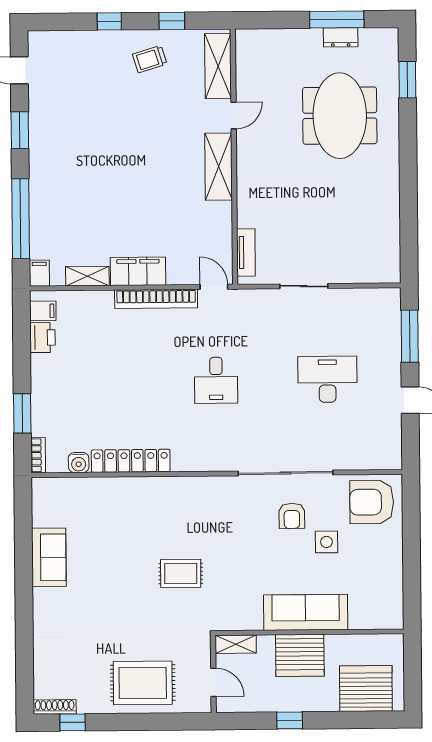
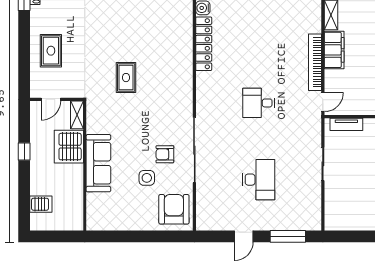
server rack: (300, 655) -> (69, 147), moved
rug: (143, 683) -> (51, 51), width x0.73, depth x0.70
server rack: (366, 689) -> (41, 204), width x0.46, depth x0.70

